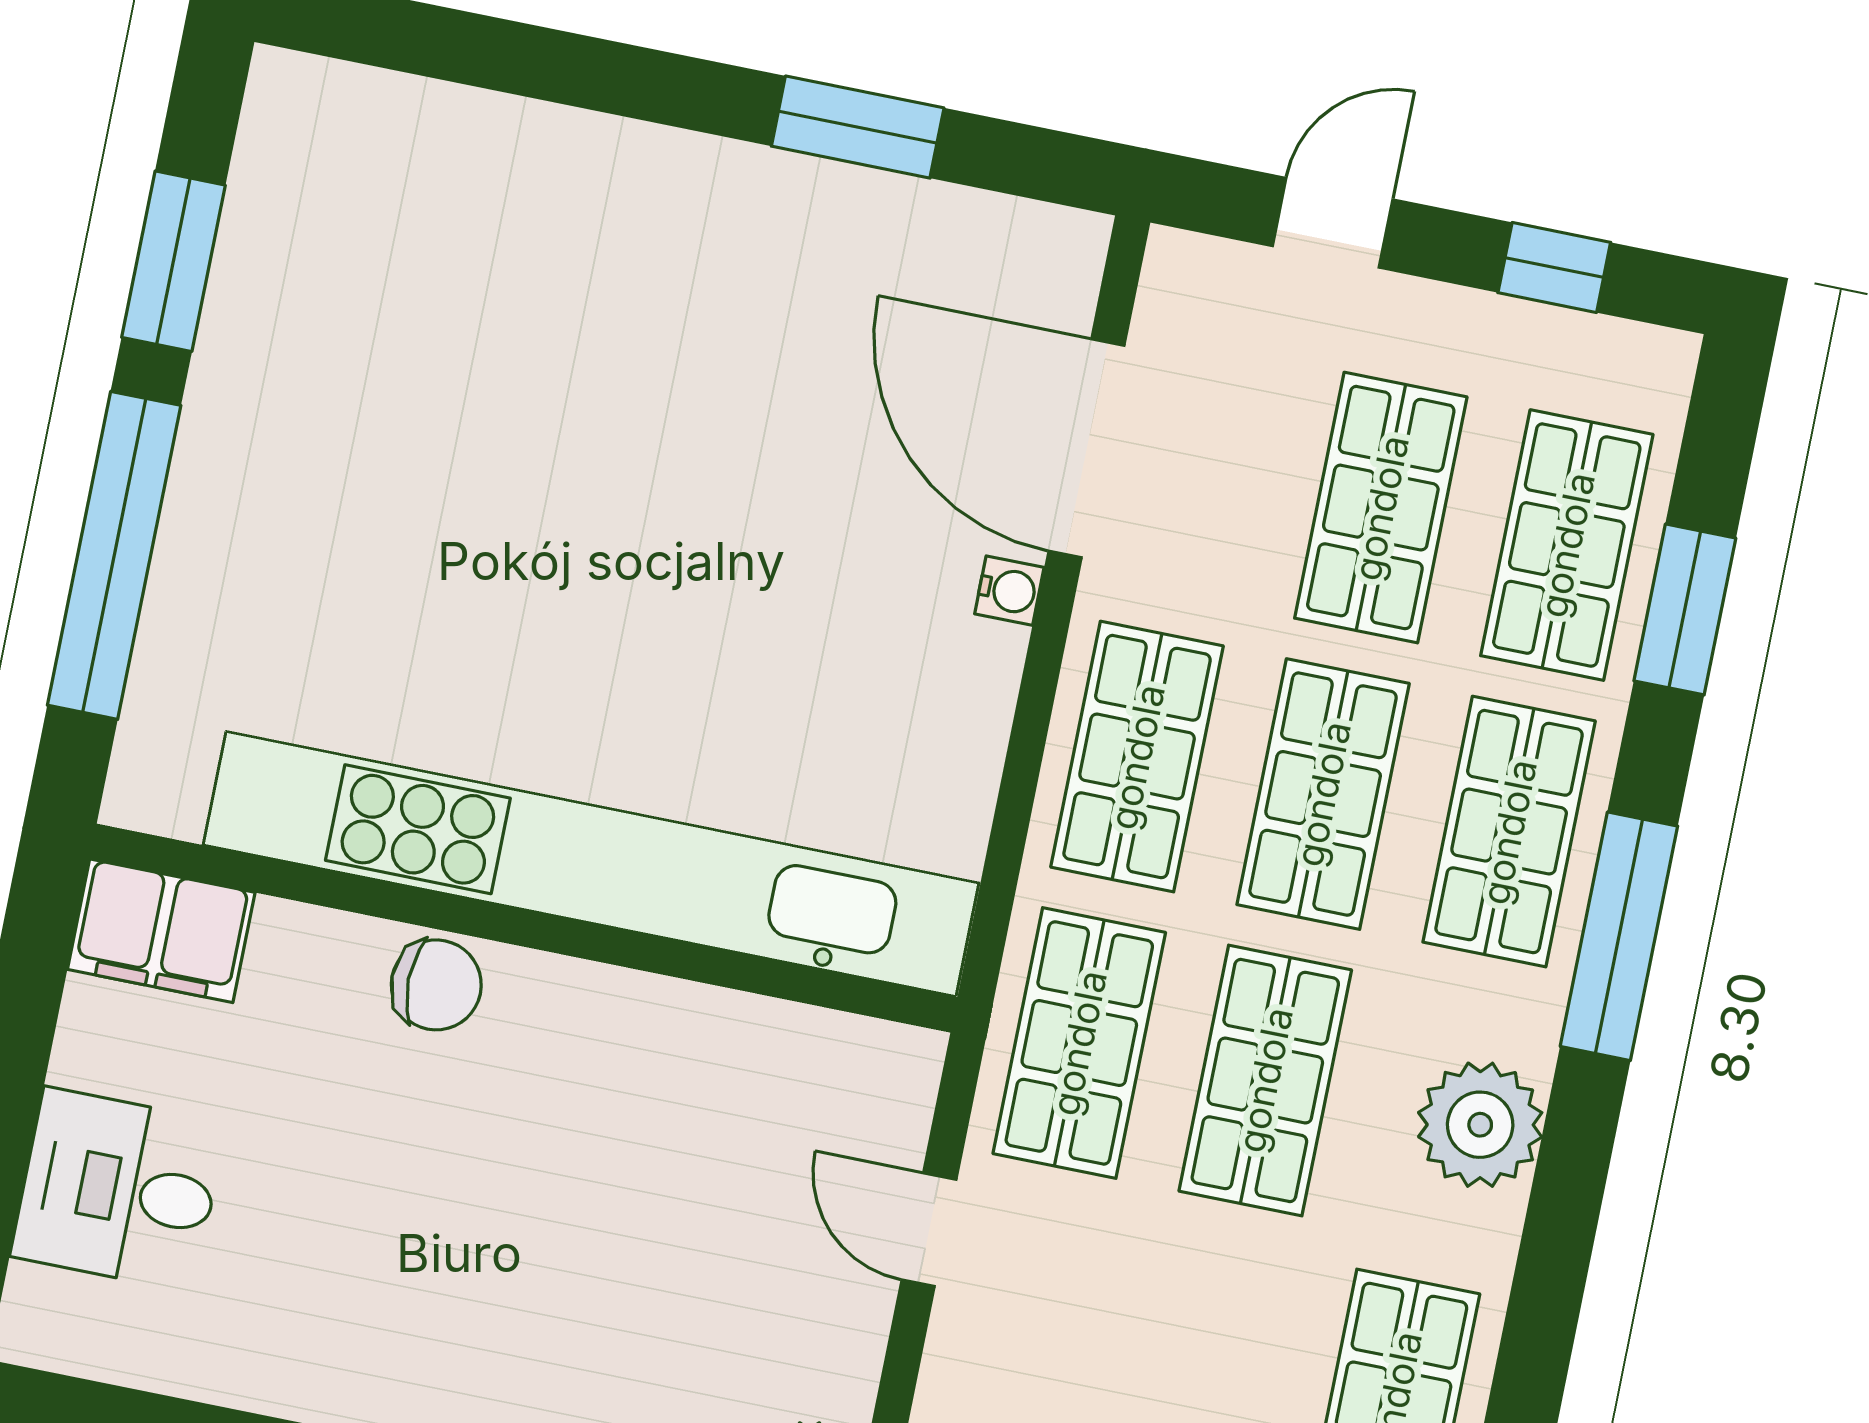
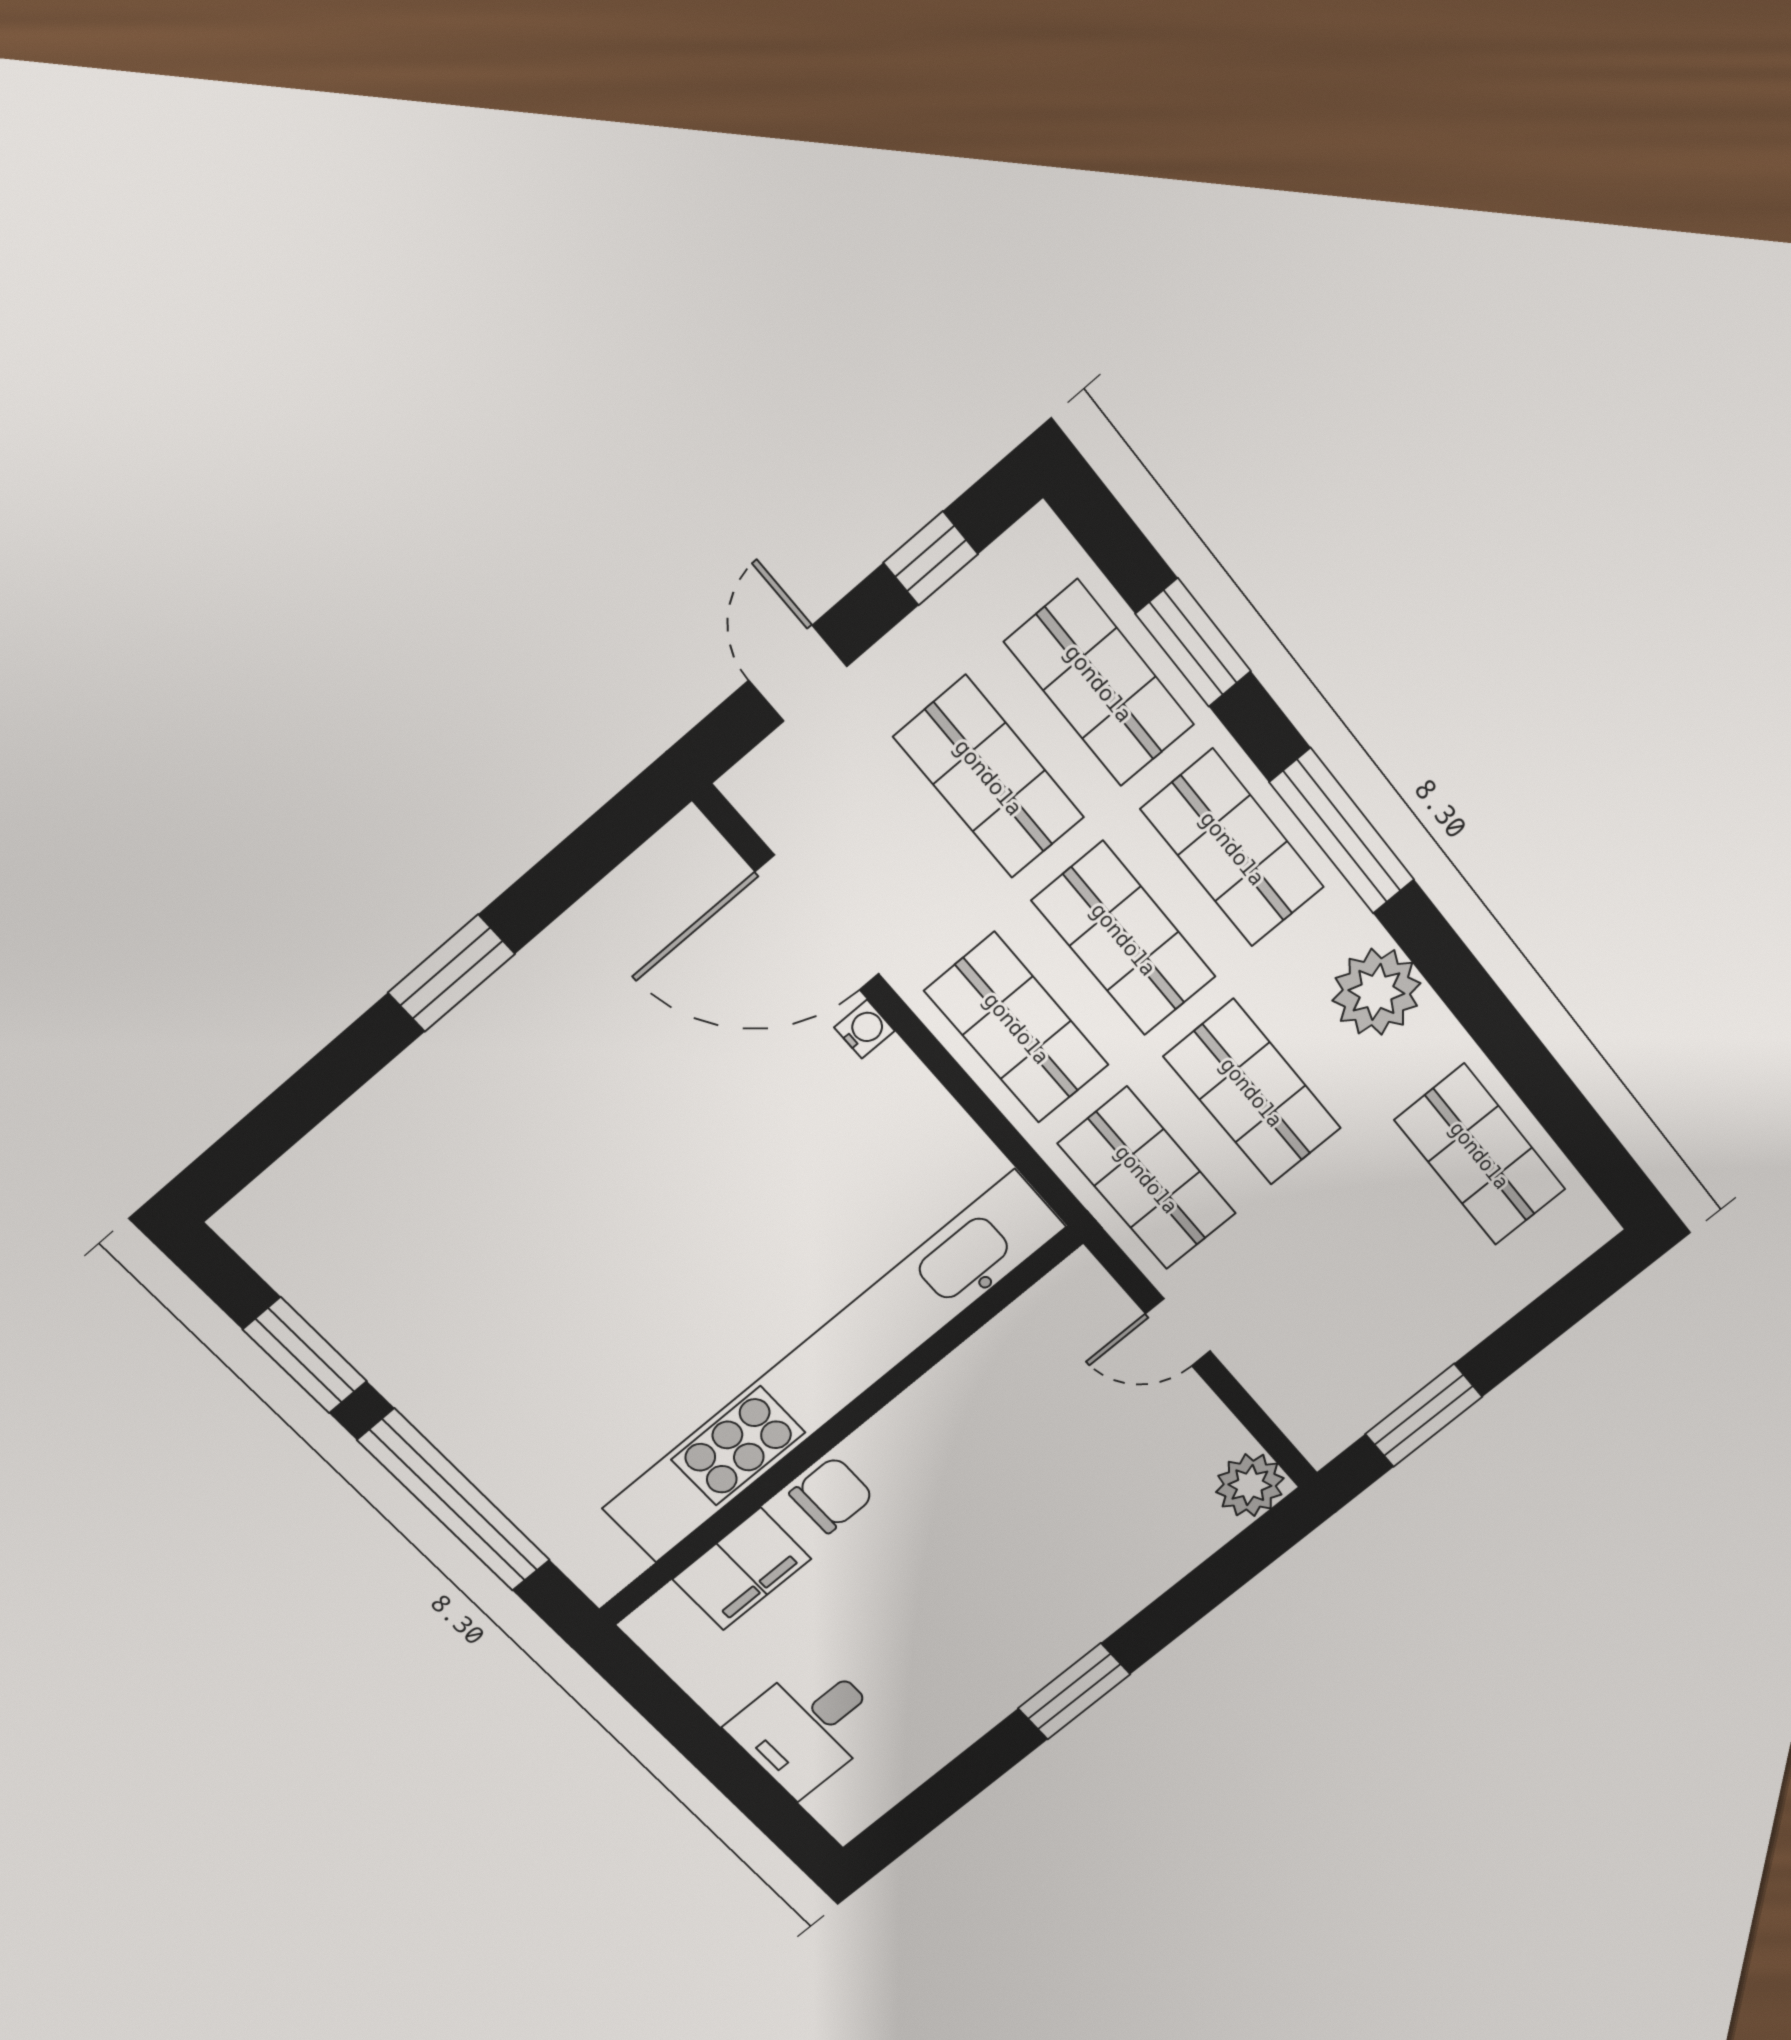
window: (858, 127) -> (451, 973), moved
filing cabinet: (161, 931) -> (742, 1569), moved

